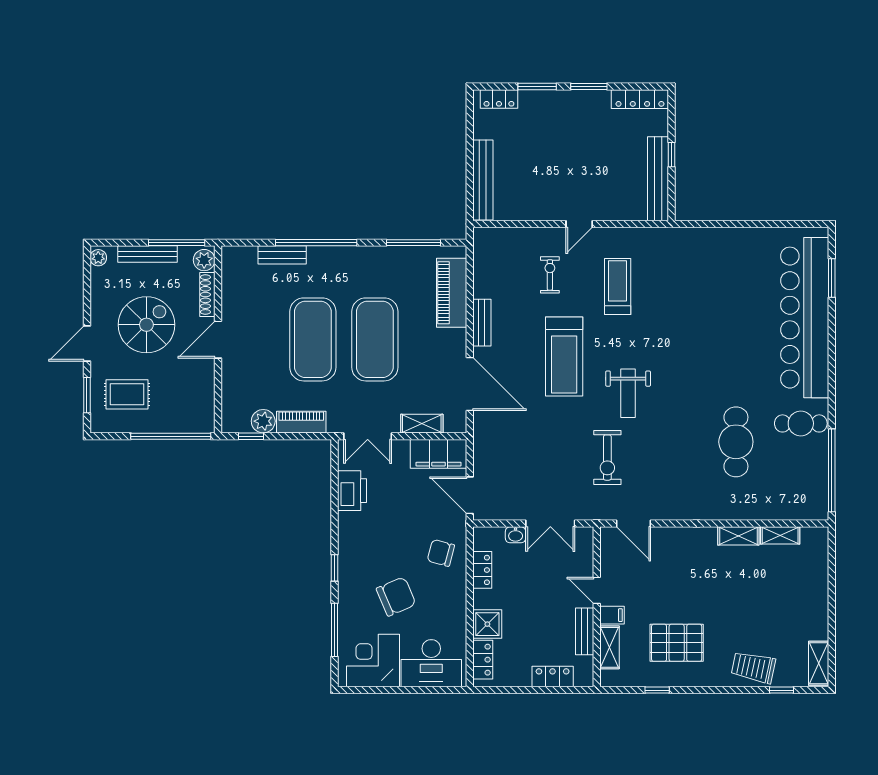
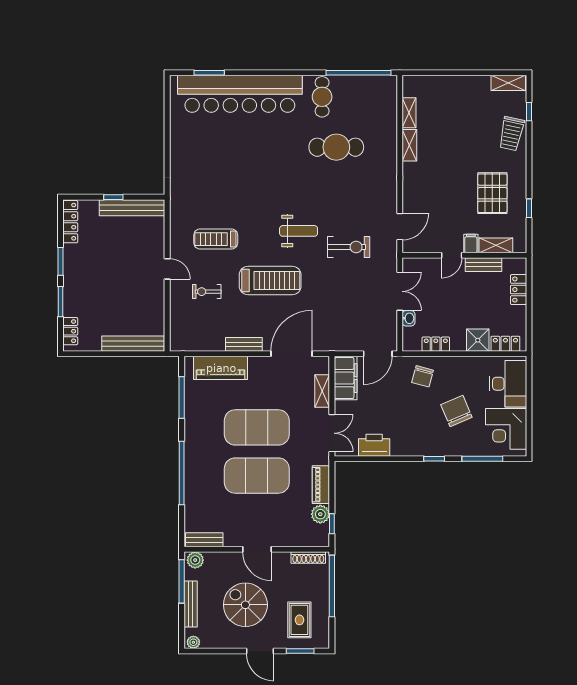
bench: (282, 255) -> (204, 540), moved, turned 90
shoe rack: (207, 295) -> (308, 558), moved

